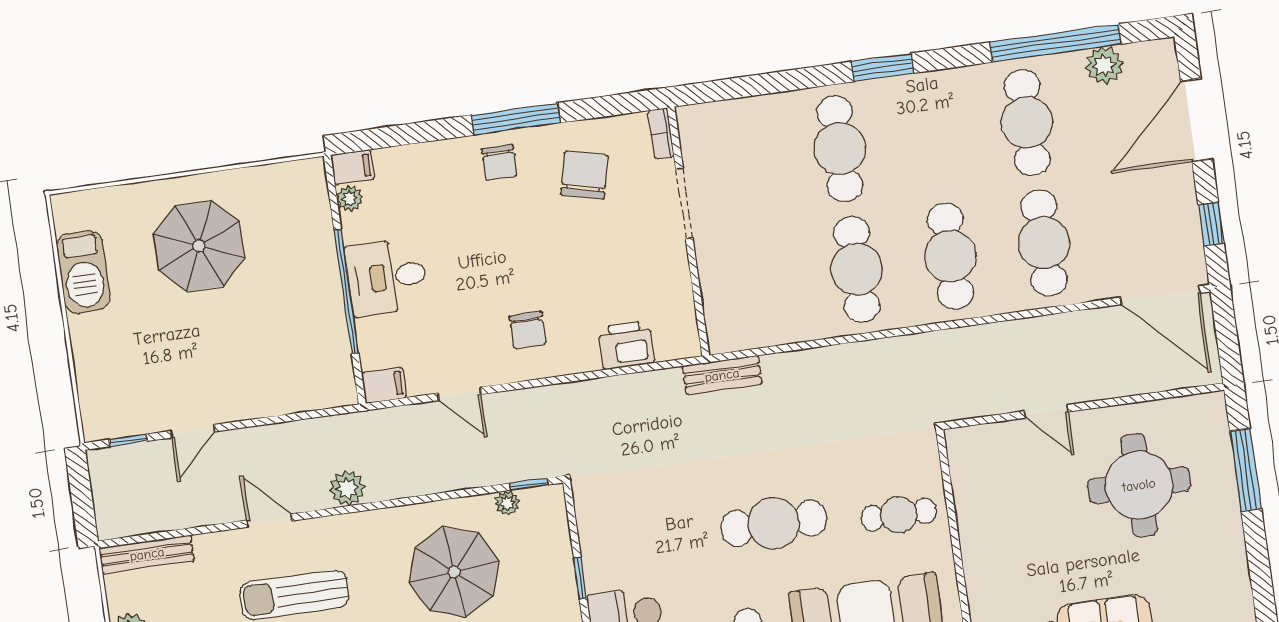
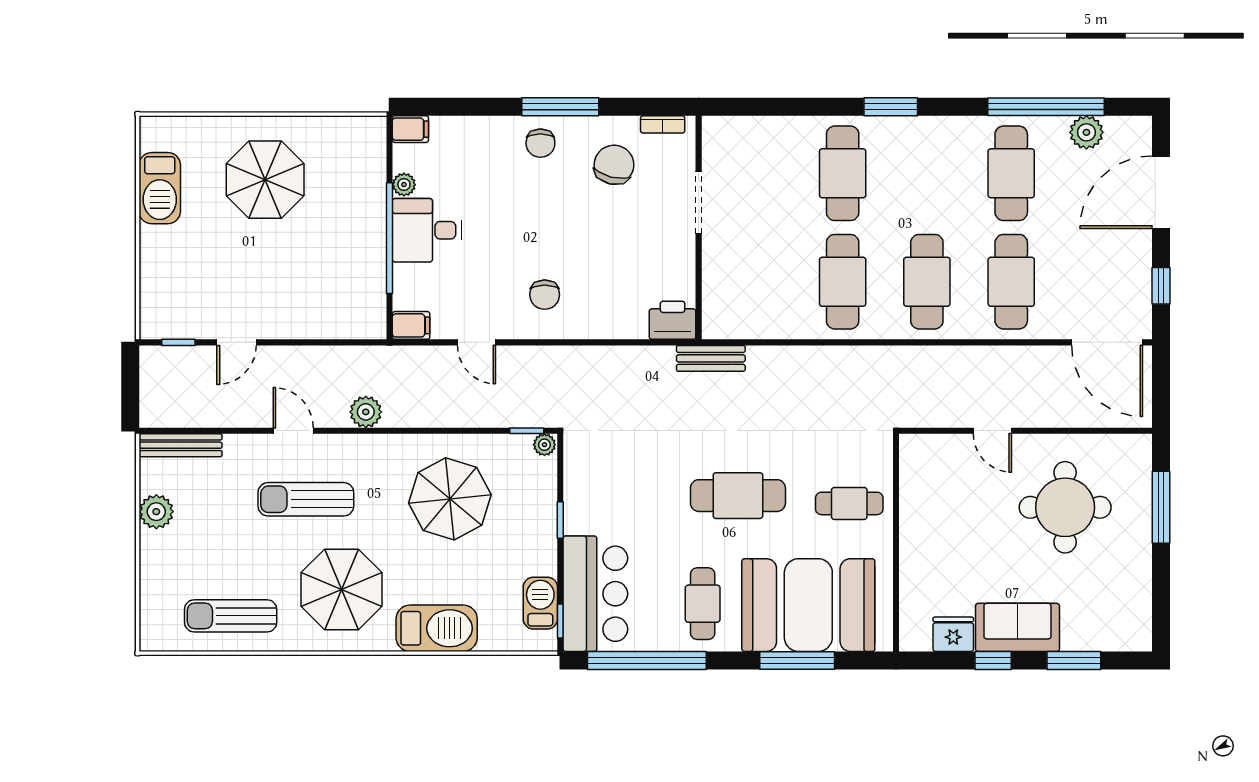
bookcase: (661, 133) -> (663, 124), moved, turned -90
plant: (350, 199) -> (404, 185), moved
printer: (626, 345) -> (673, 320), moved
plant: (507, 503) -> (544, 445), moved

